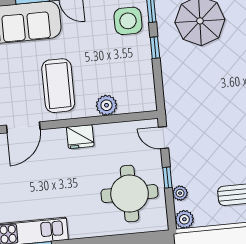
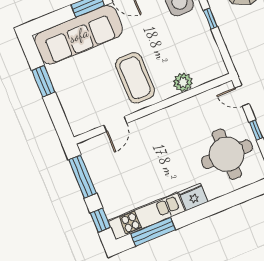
door: (23, 127) -> (115, 124), width x0.73
fridge: (80, 137) -> (193, 197), moved, turned 180

